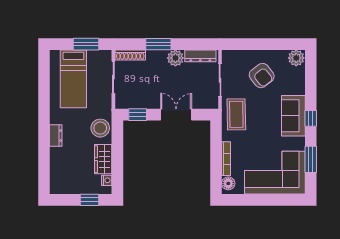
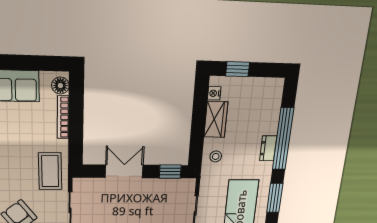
window: (44, 91) -> (275, 198), added
double door: (176, 115) -> (124, 171), swing flipped
stool: (100, 128) -> (216, 156), width x0.53, depth x0.53
window: (44, 144) -> (283, 139), added

